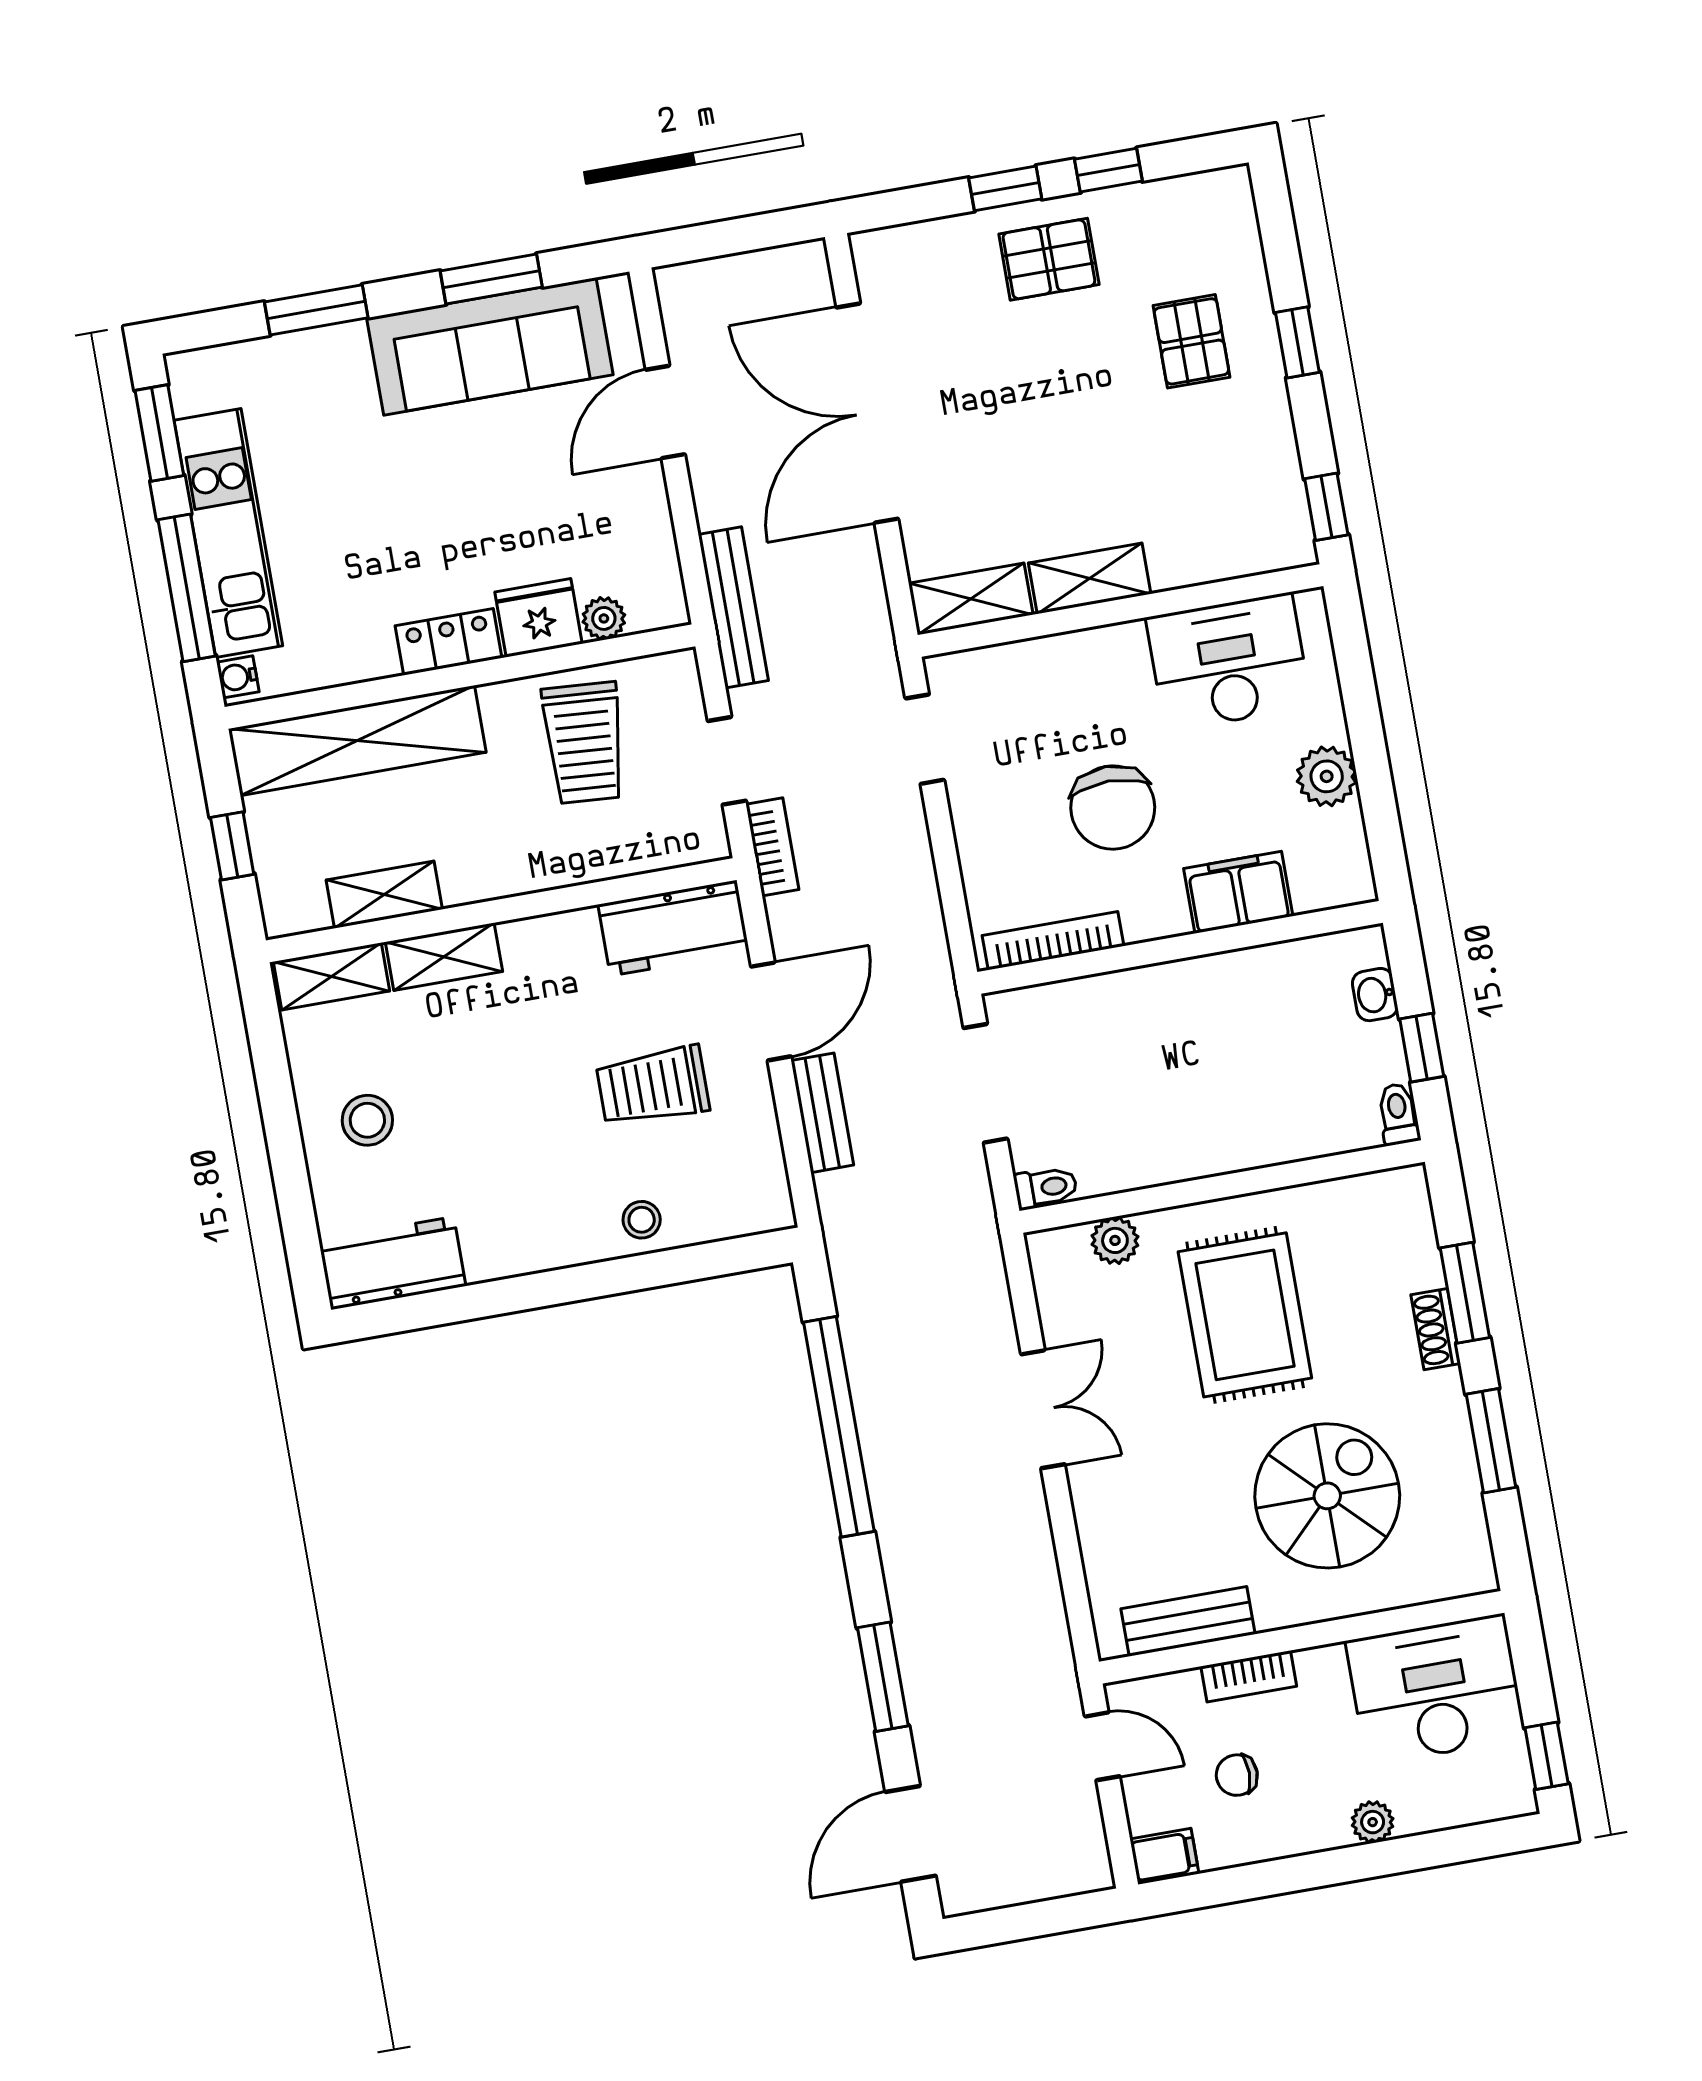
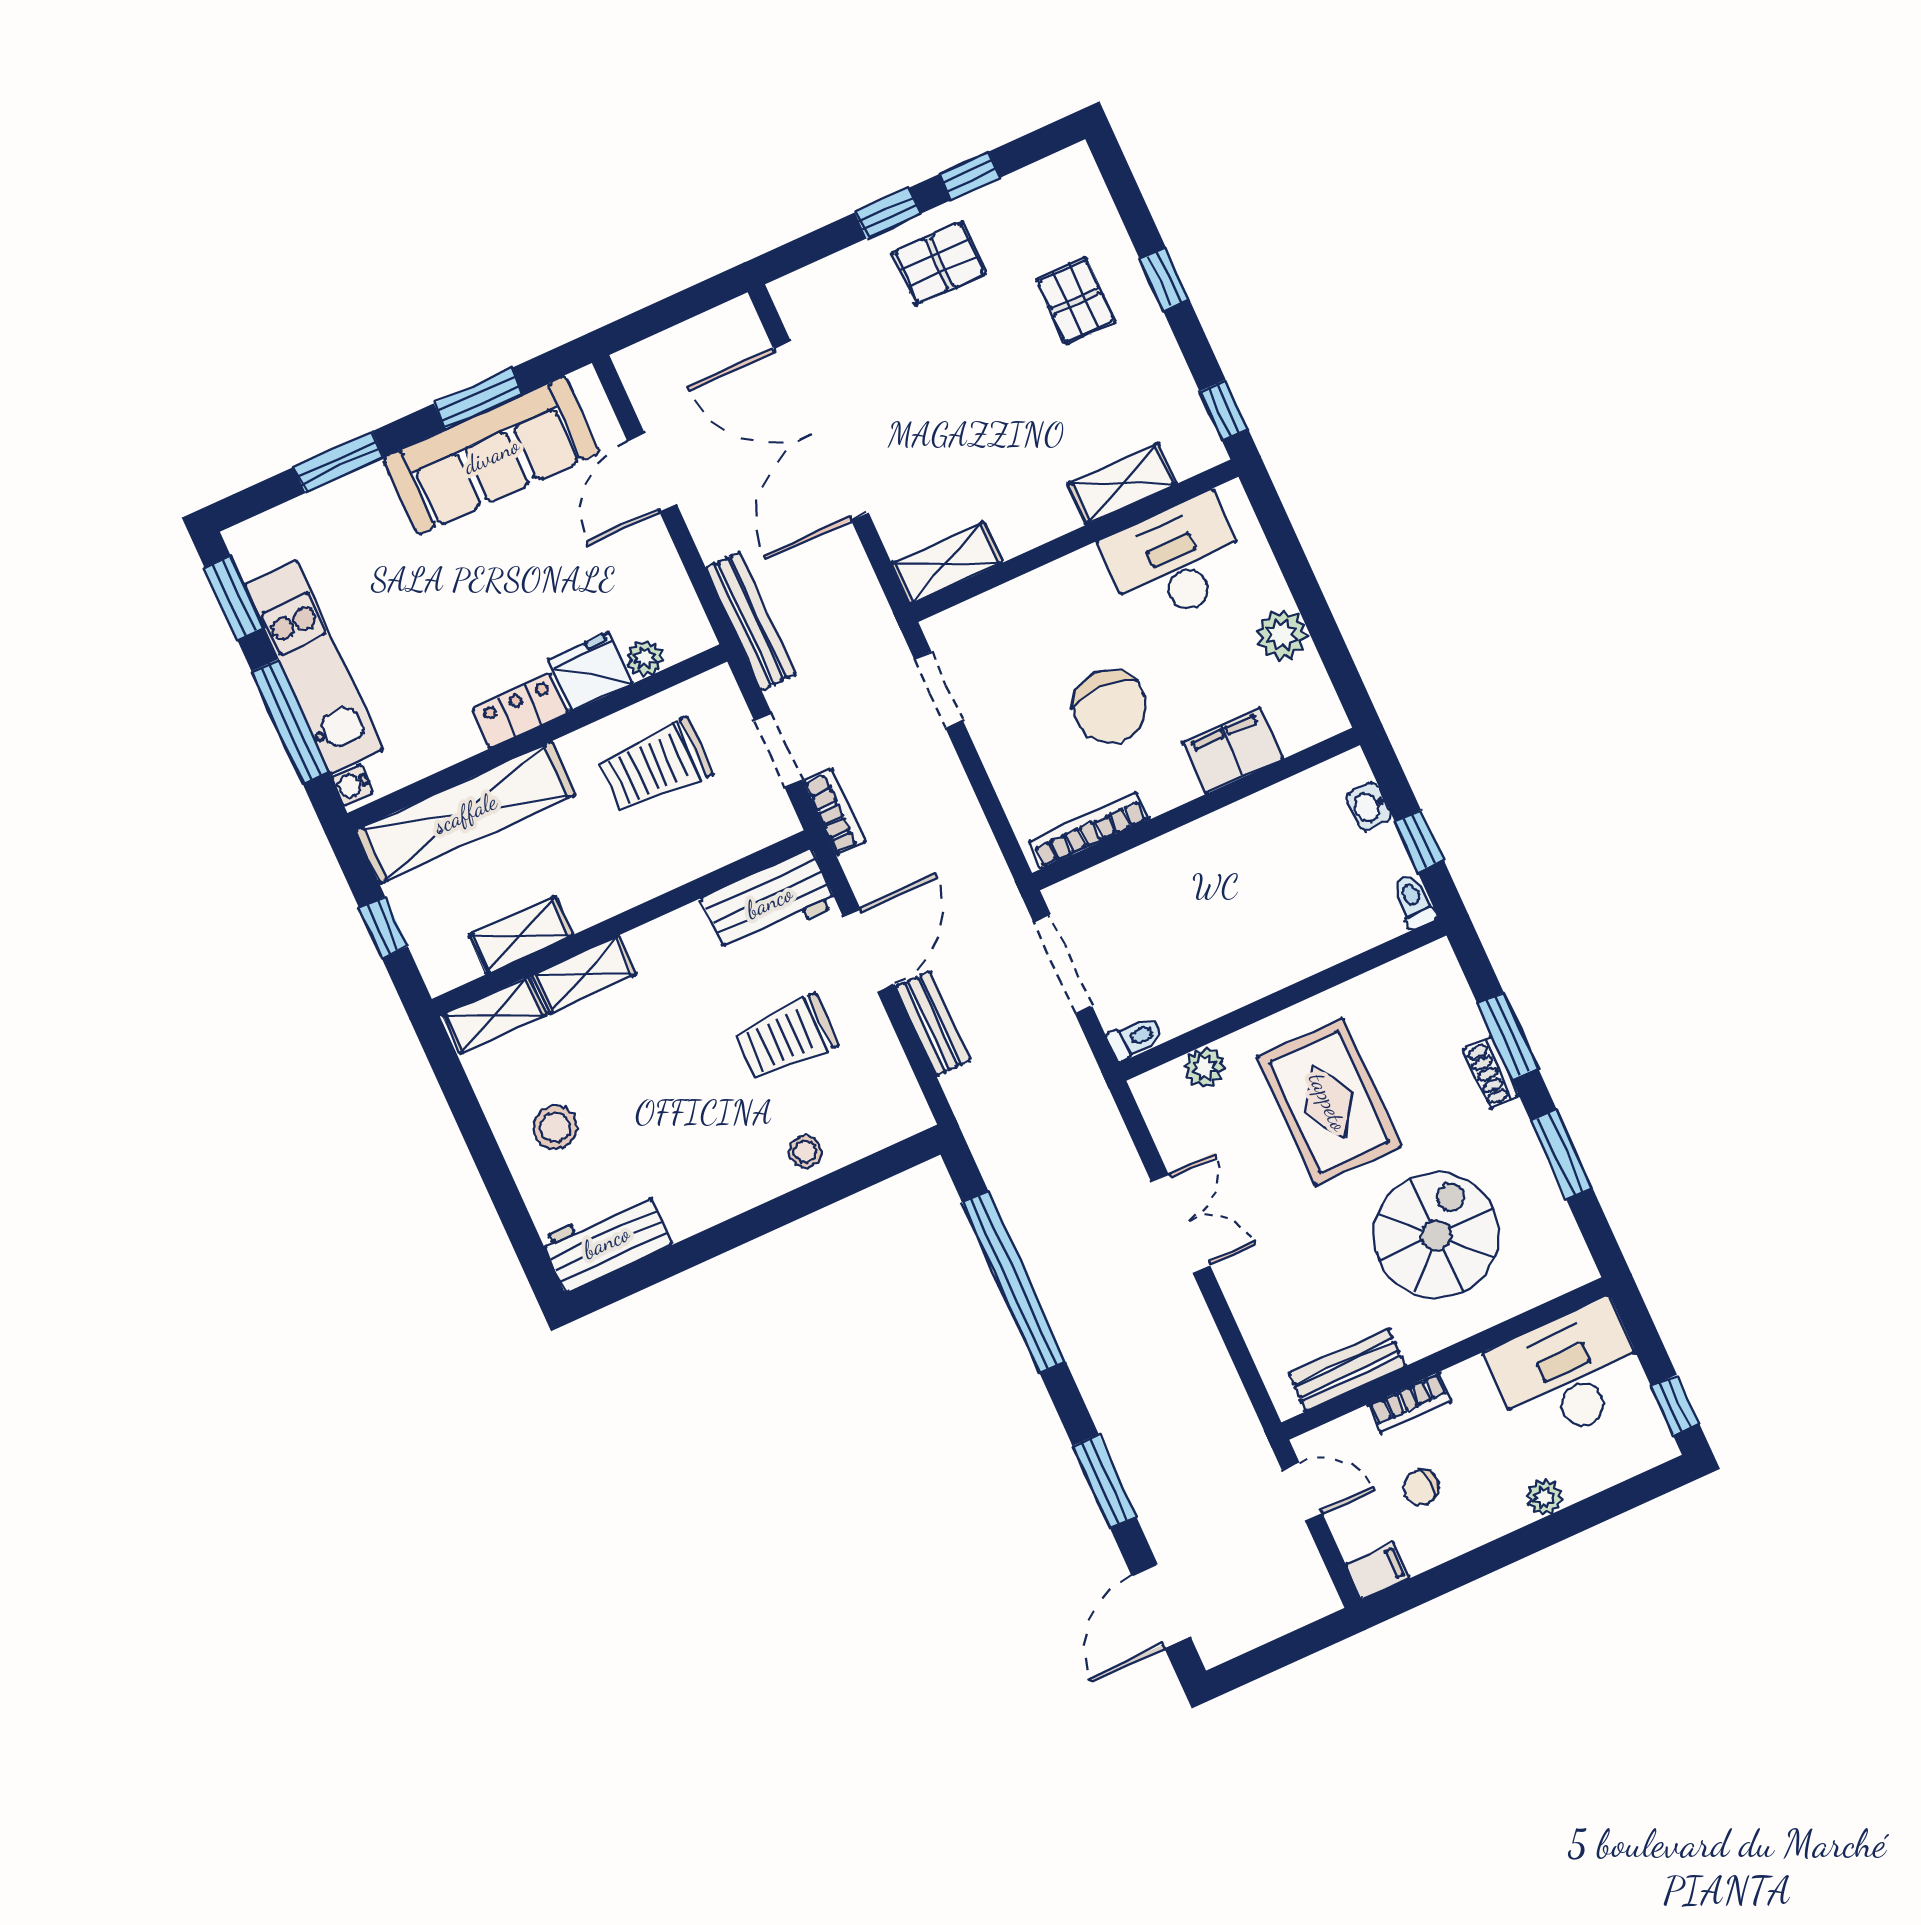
shelving: (1090, 579) -> (1122, 484), moved
trolley: (584, 743) -> (655, 766), turned 86

